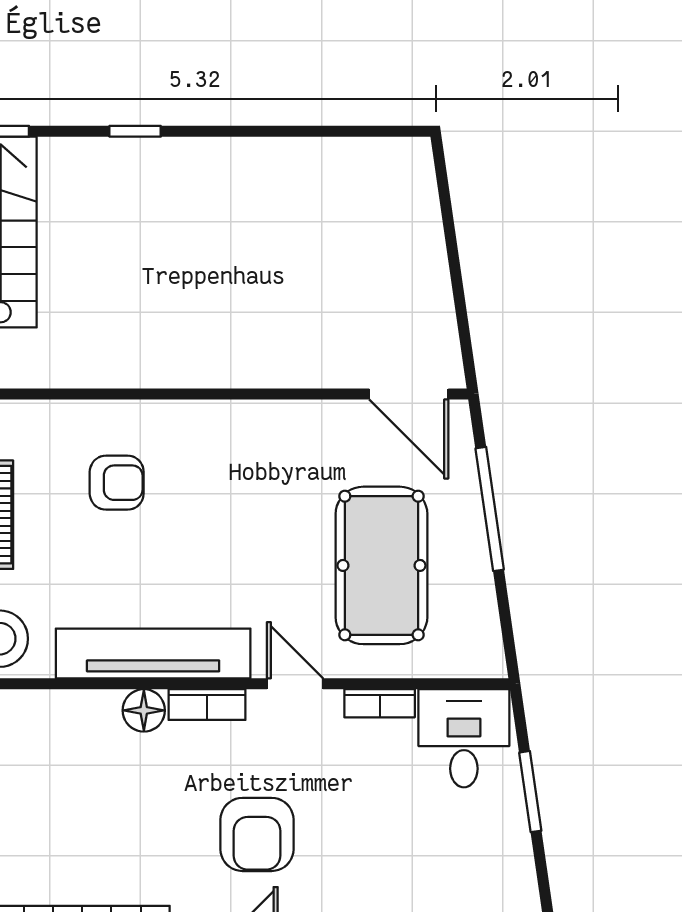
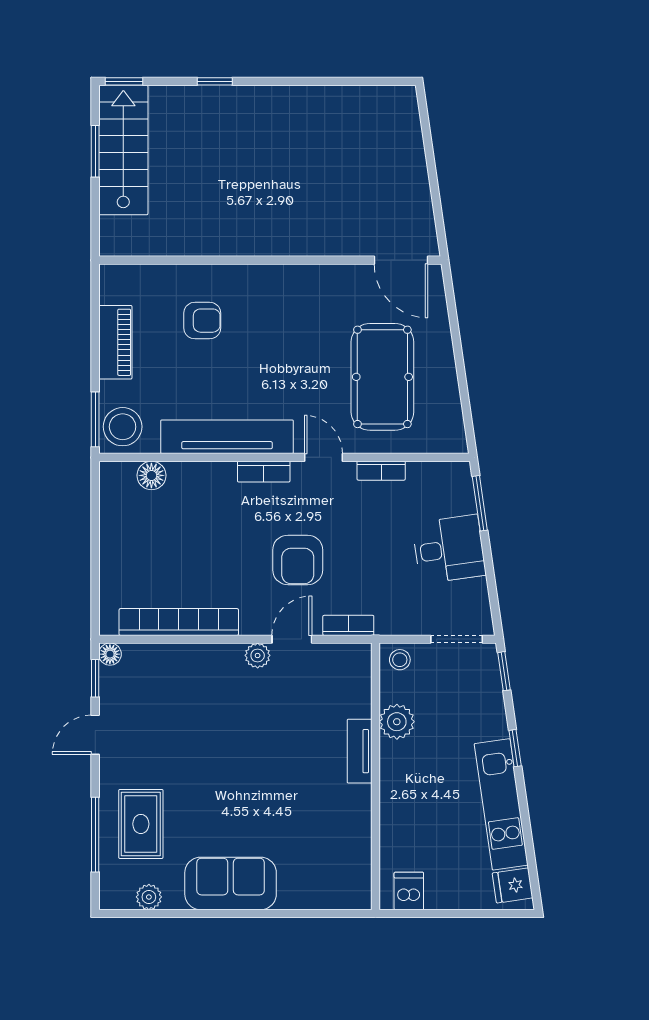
window: (490, 509) -> (456, 338), removed
floor lamp: (144, 710) -> (151, 475), moved
desk: (464, 738) -> (449, 549), moved, turned 82
window: (530, 792) -> (480, 503), moved

